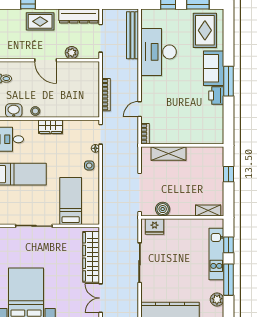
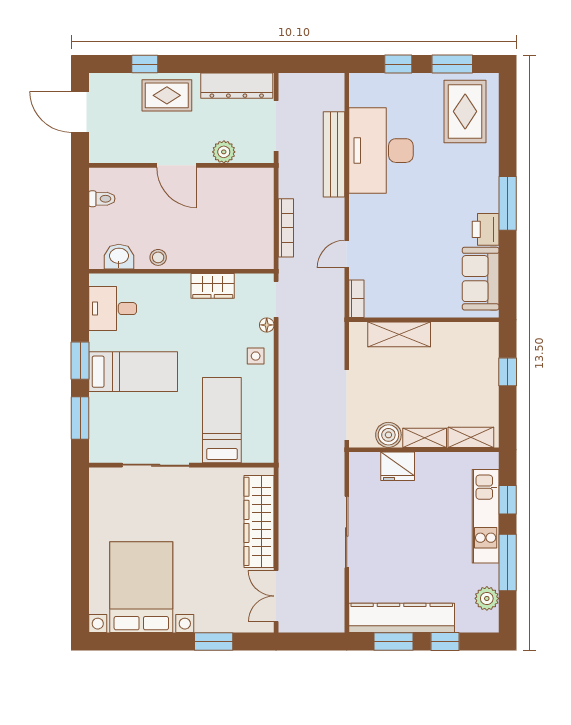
bench: (132, 35) -> (334, 154), moved
sofa: (214, 68) -> (481, 279), moved
wardrobe: (50, 127) -> (213, 286), moved
shelving: (183, 211) -> (425, 438), added
fridge: (155, 226) -> (398, 466), moved

